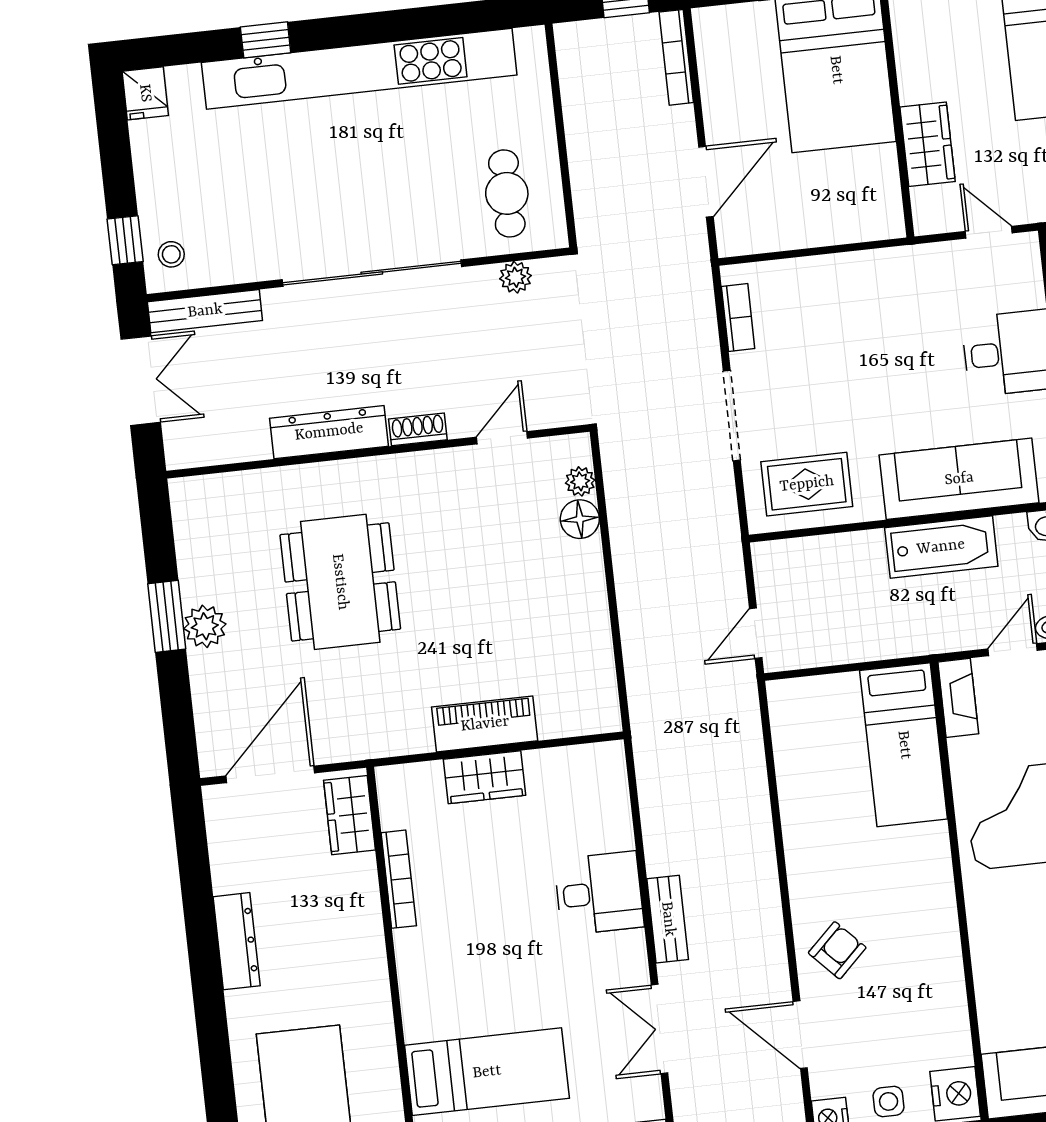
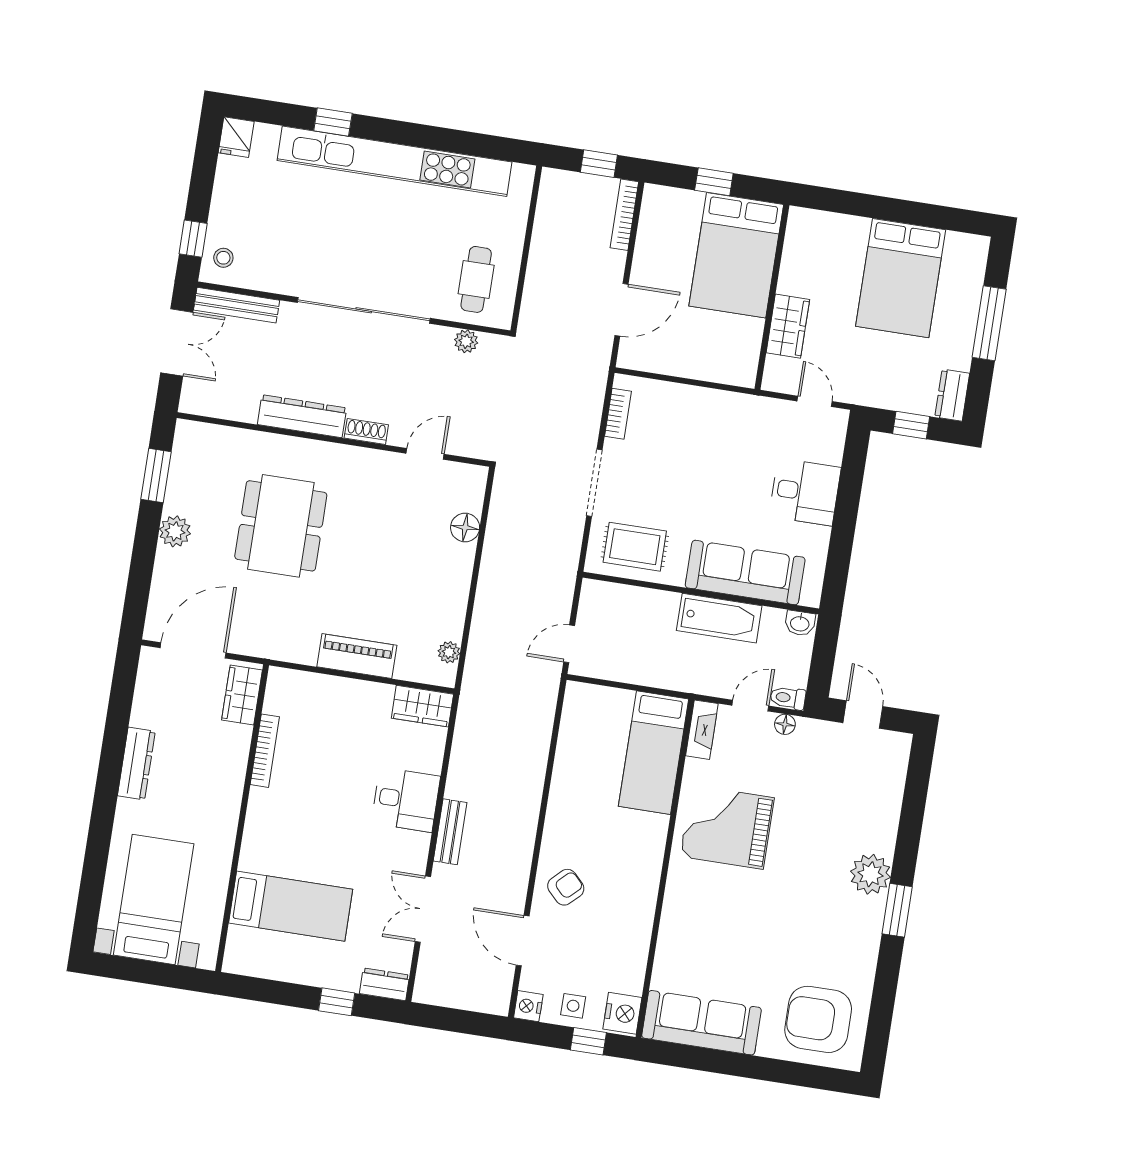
plant: (580, 481) -> (449, 652), moved
window: (167, 616) -> (156, 475), moved
wardrobe: (485, 777) -> (422, 706), moved

